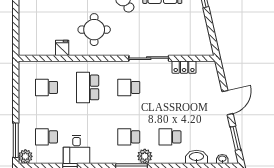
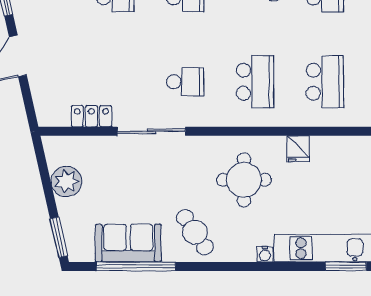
plant: (199, 29) -> (66, 181), added
school desk: (46, 87) -> (325, 82), width x1.85

